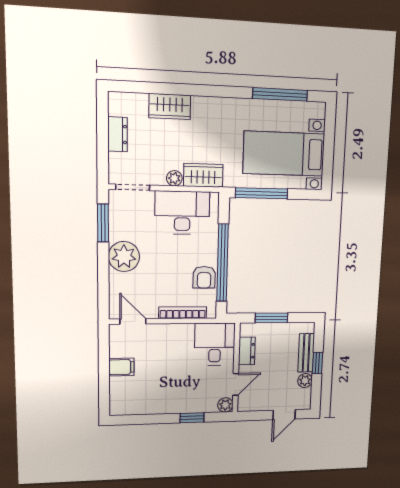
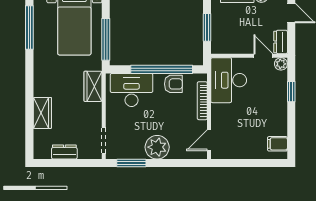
plant: (174, 178) -> (96, 109), removed
desk: (182, 213) -> (132, 90), moved, turned 90
desk: (215, 344) -> (229, 80), width x1.37
dresser: (247, 351) -> (281, 42), moved, turned -90
filing cabinet: (121, 367) -> (277, 144), moved, turned -90

